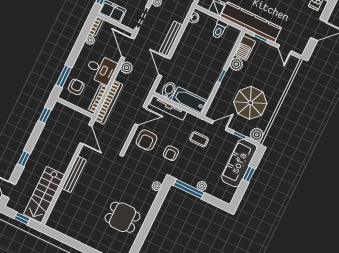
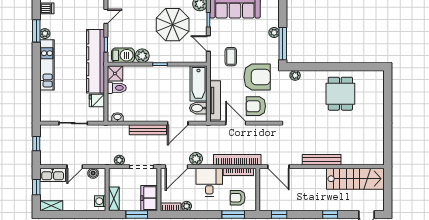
shower: (232, 34) -> (115, 74), added
door: (86, 135) -> (278, 167), swing flipped
armchair: (147, 140) -> (256, 106), turned 180
armchair: (171, 153) -> (257, 77), width x1.88, depth x1.88
window: (22, 218) -> (388, 189), removed

